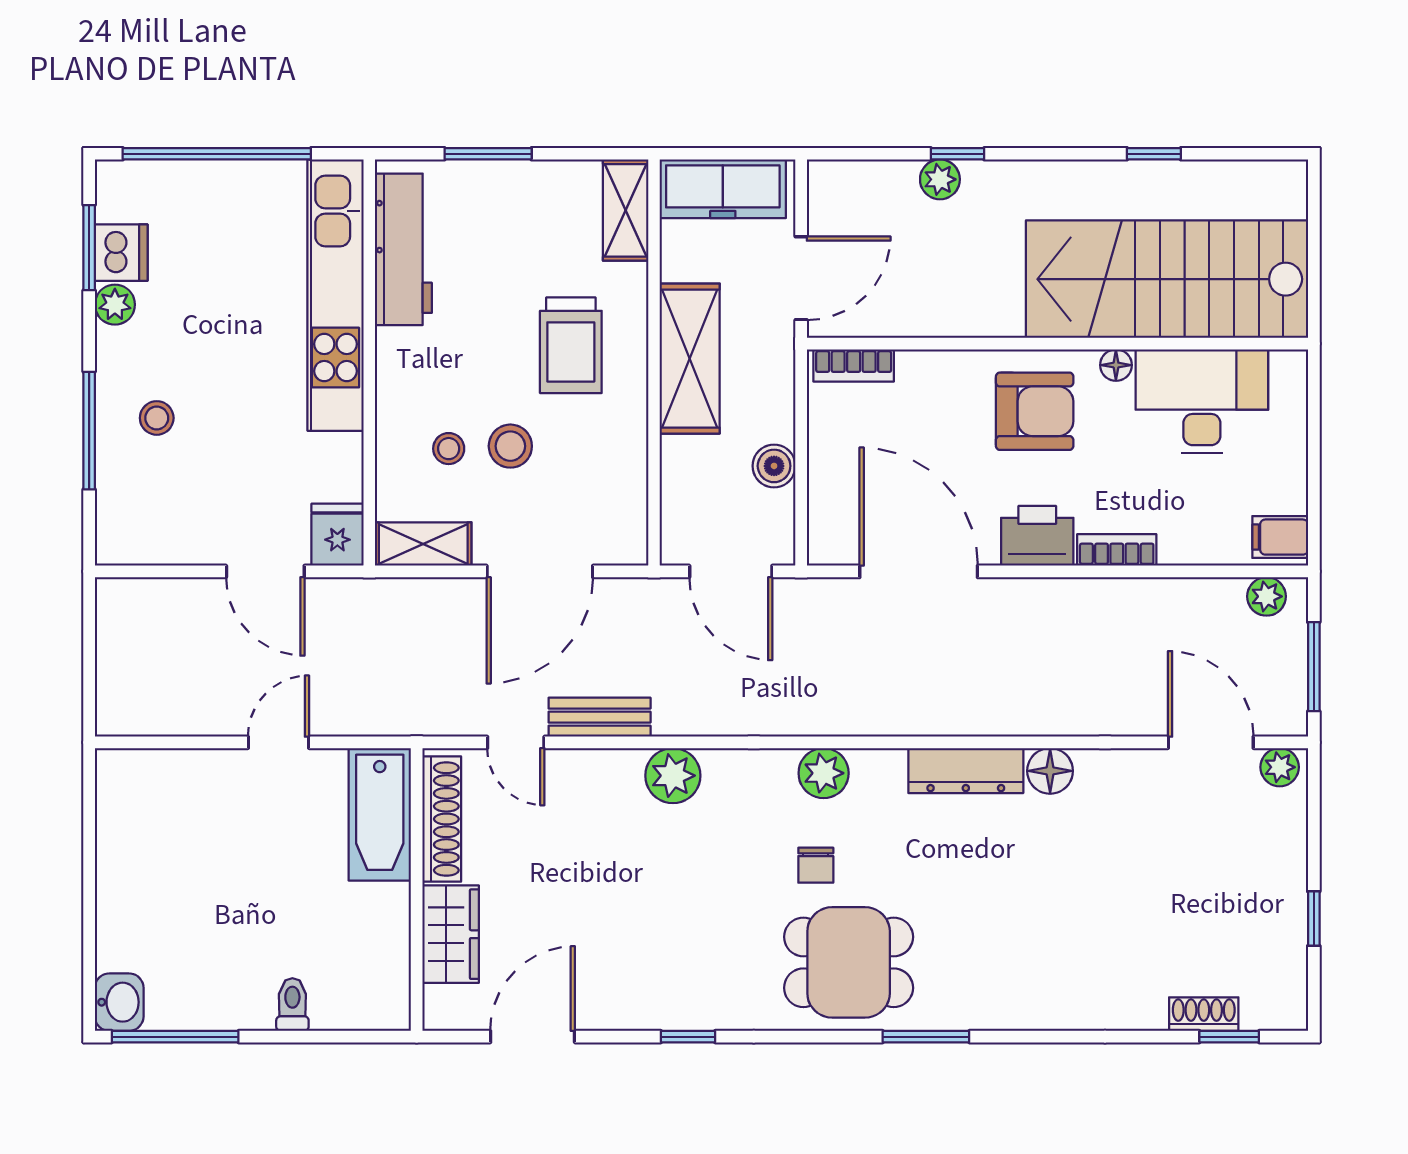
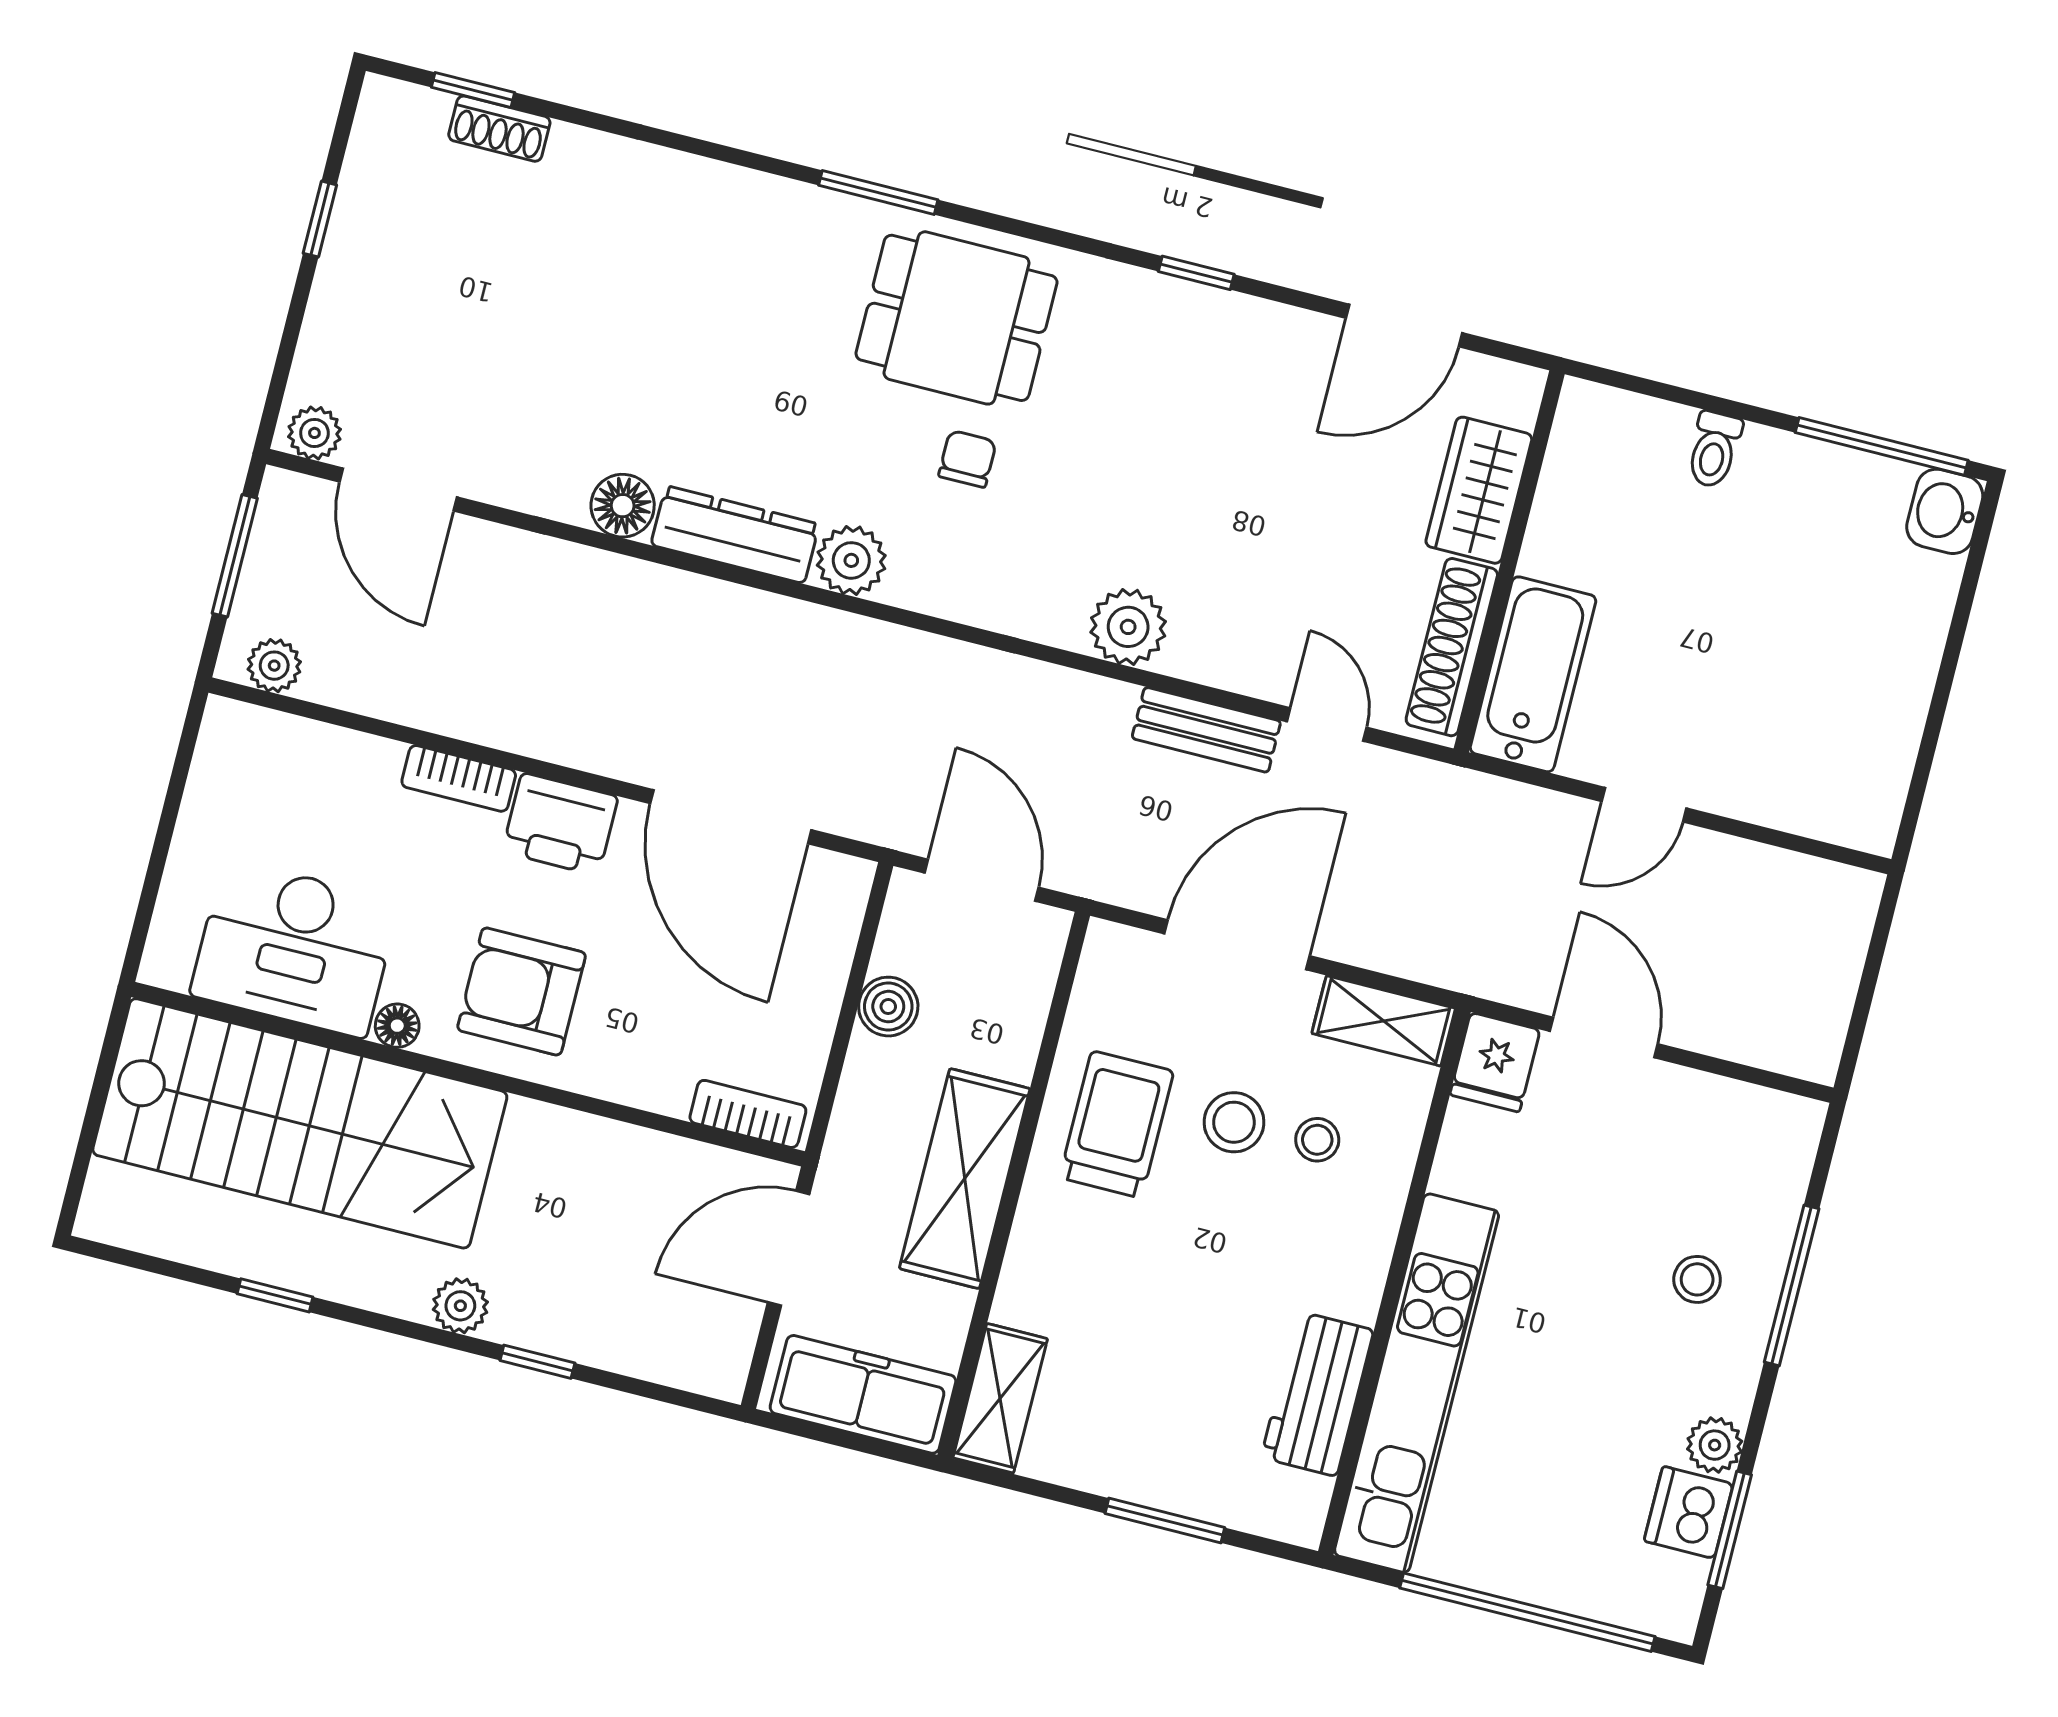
plant: (940, 179) -> (460, 1306), moved
workbench: (403, 249) -> (1317, 1394), width x0.73
trolley: (571, 345) -> (1117, 1124), moved
filing cabinet: (1280, 537) -> (236, 740), removed
plant: (824, 773) -> (851, 560), moved

